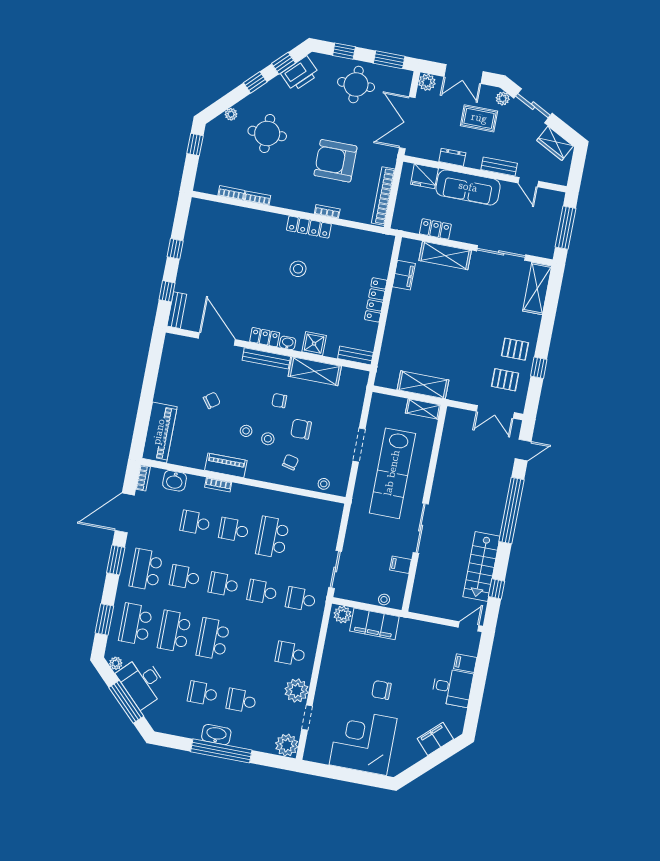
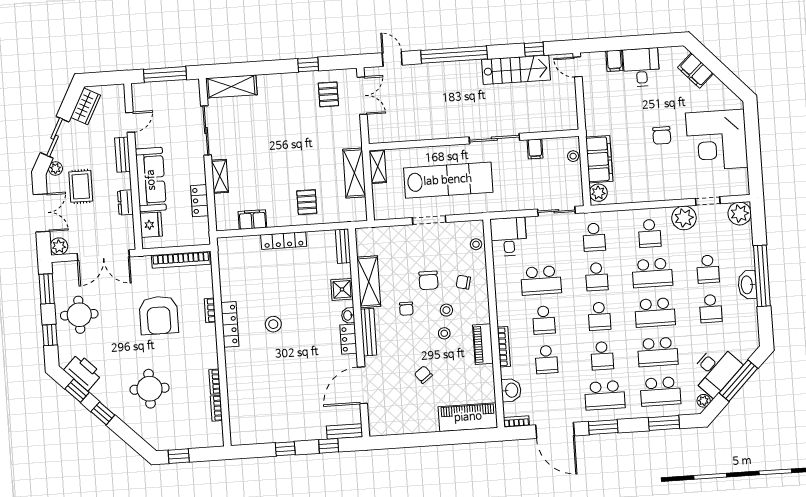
plant: (231, 114) -> (140, 429), removed
shelving: (445, 256) -> (220, 176), width x0.67, depth x0.75
pallet: (515, 349) -> (307, 202), moved
bookcase: (218, 485) -> (504, 347), width x1.56
desk: (323, 517) -> (509, 237), added
school desk: (252, 646) -> (652, 273), added

